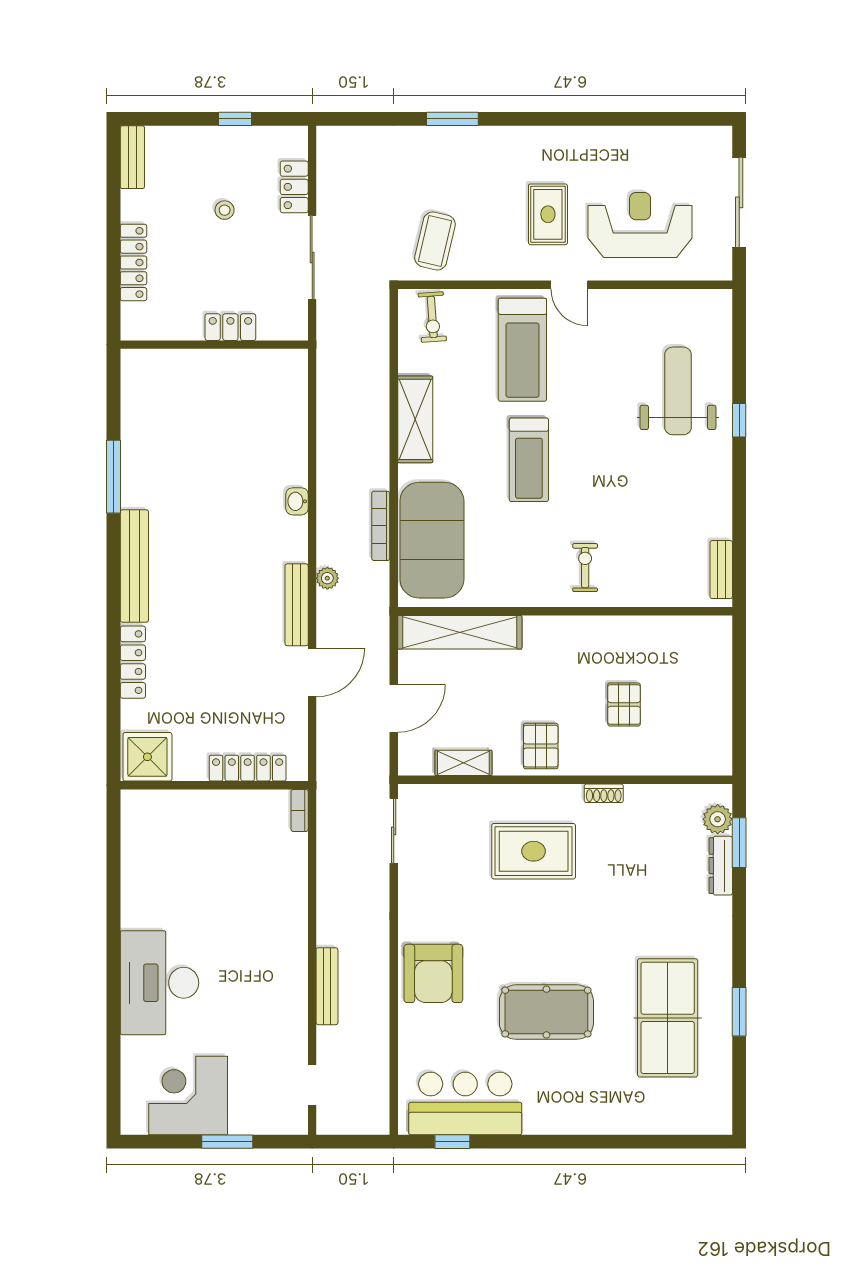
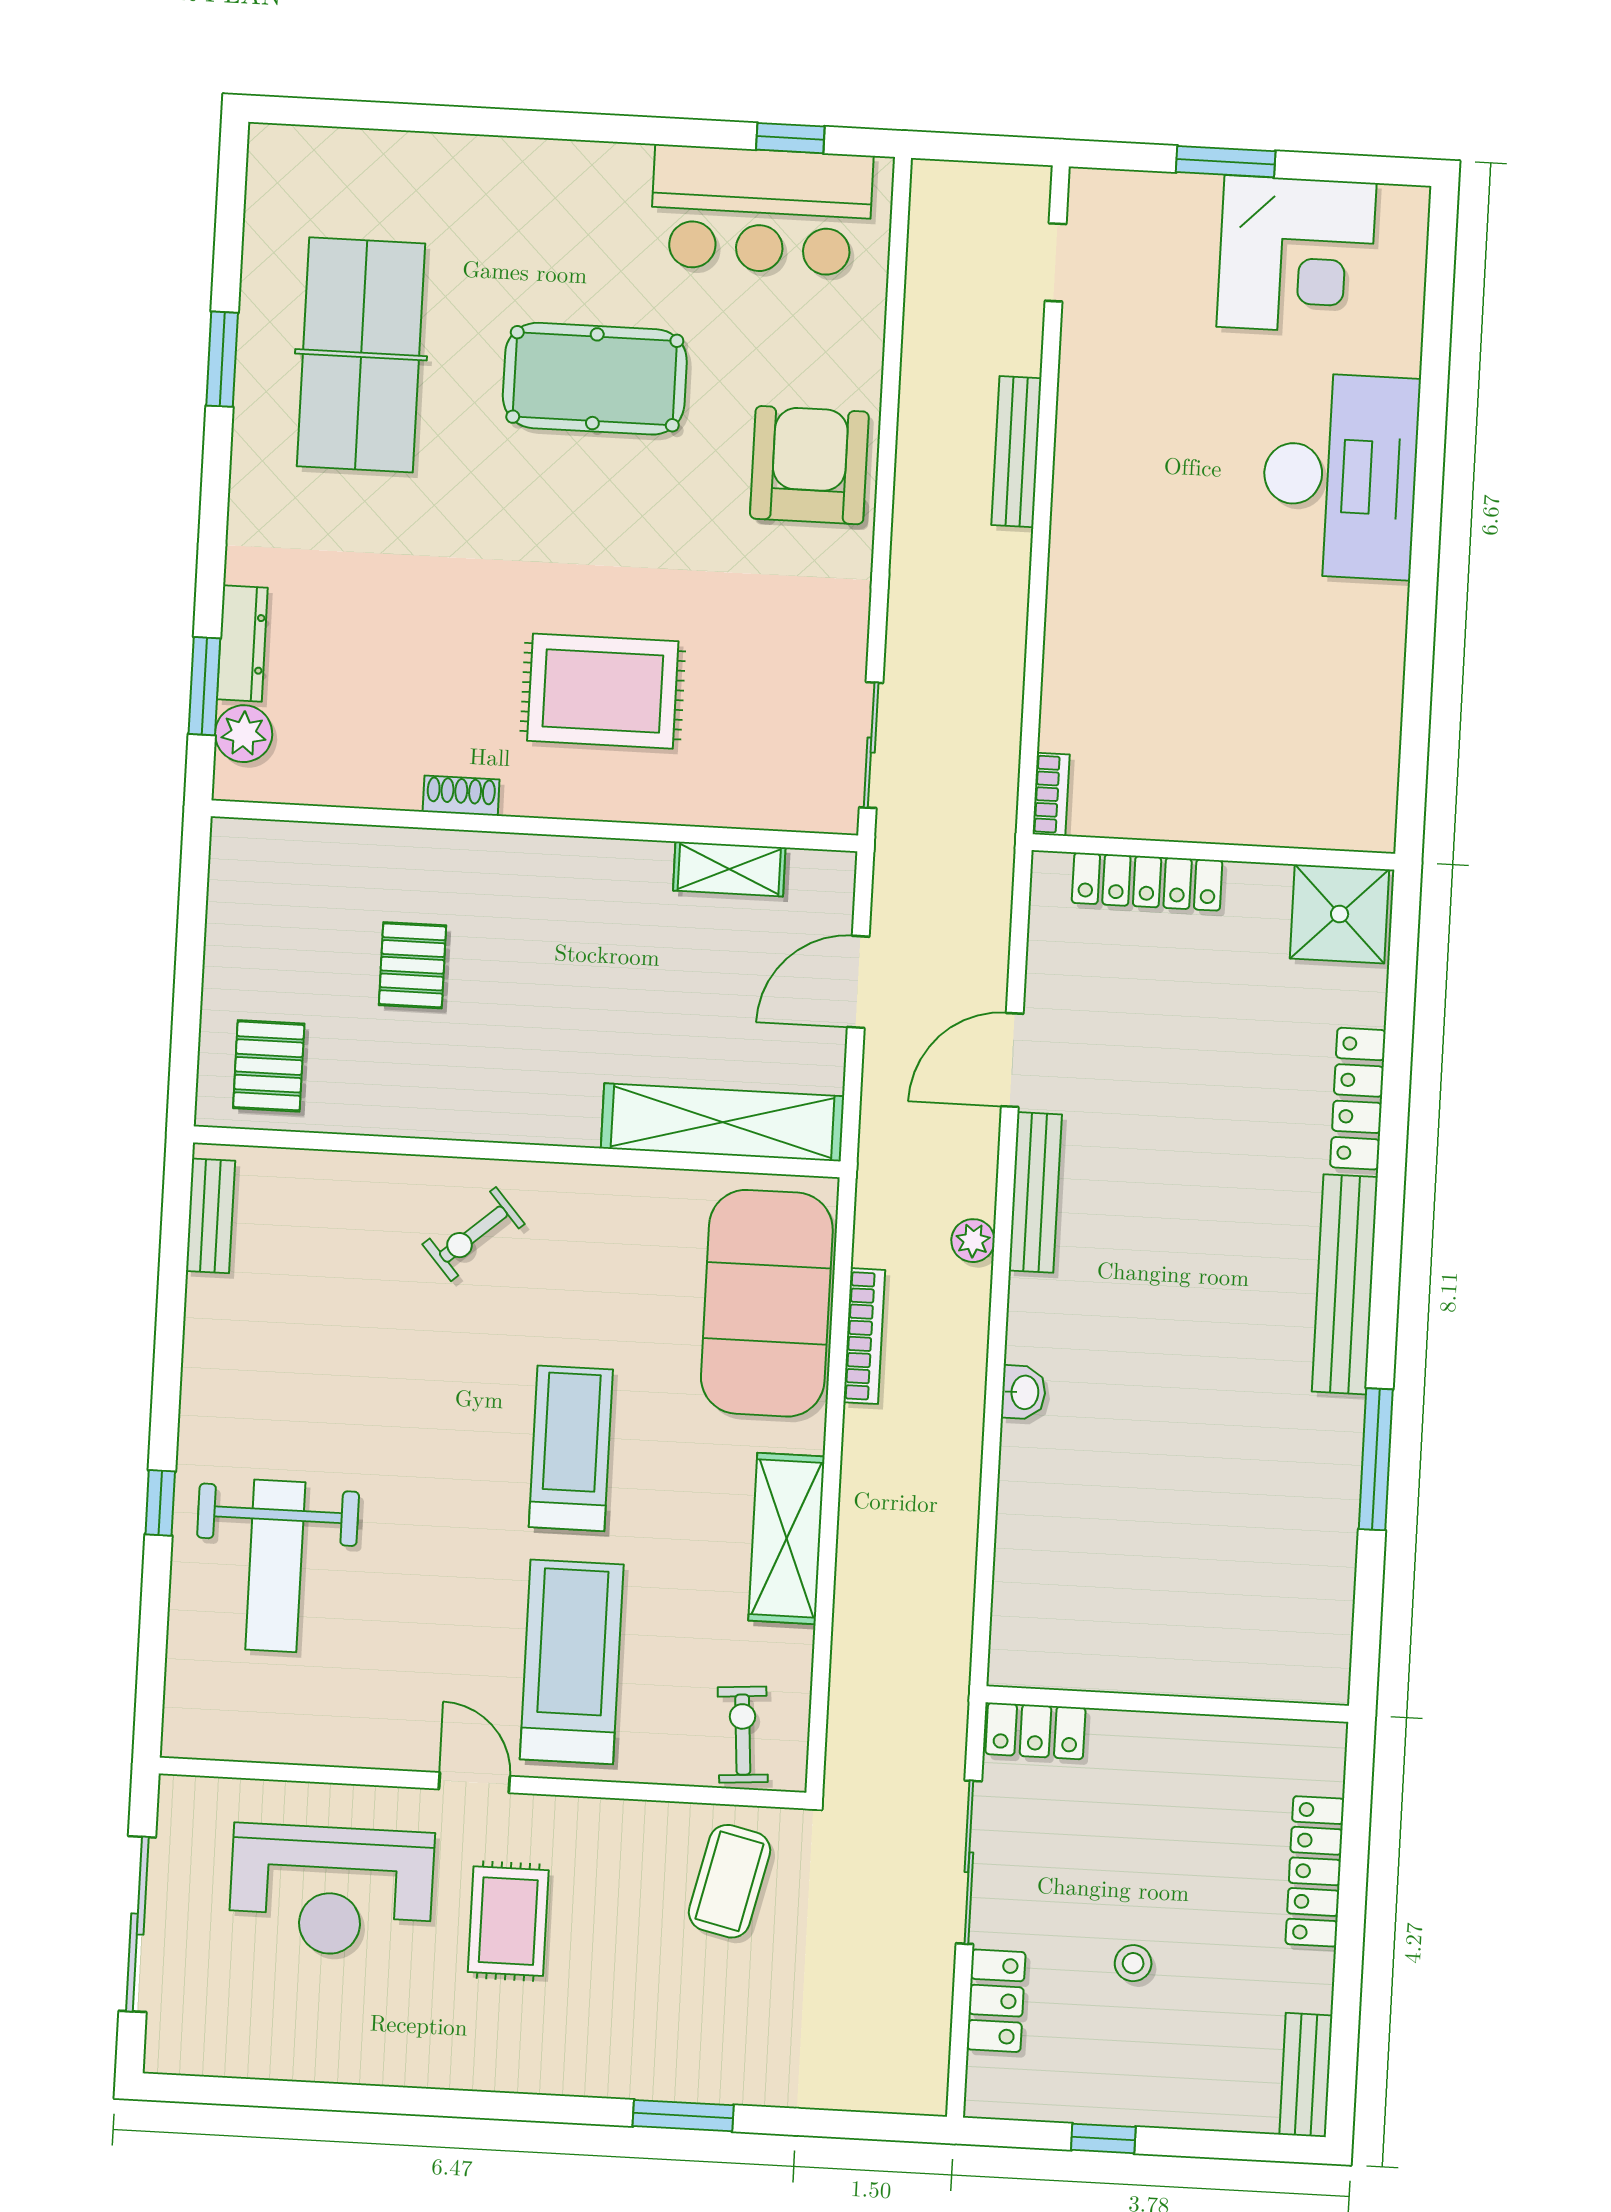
locker: (230, 327) -> (1035, 1731), moved
exercise bike: (585, 568) -> (473, 1234), turned 49
pallet: (541, 746) -> (269, 1066), moved

